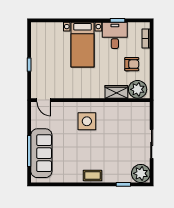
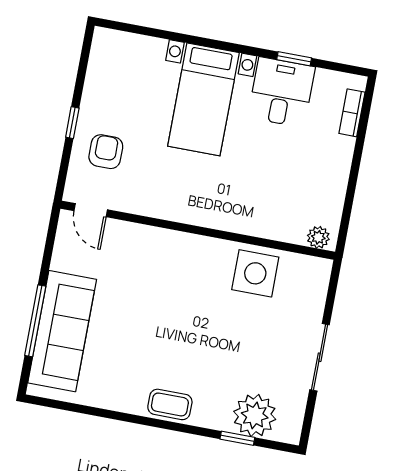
armchair: (132, 64) -> (106, 152), moved, turned -90
plant: (138, 89) -> (318, 237), width x0.53, depth x0.53
wardrobe: (116, 92) -> (261, 222), removed
side table: (87, 121) -> (255, 273), moved
plant: (141, 173) -> (255, 415), moved

